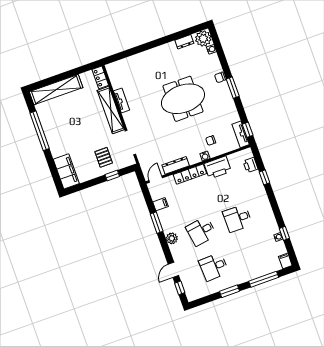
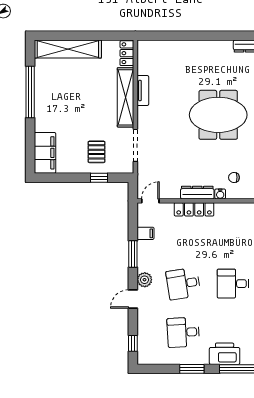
dresser: (176, 165) -> (197, 193), moved
printer: (218, 168) -> (225, 354), moved, turned 180
door: (173, 270) -> (133, 299), moved

